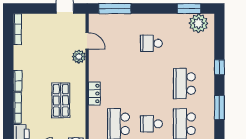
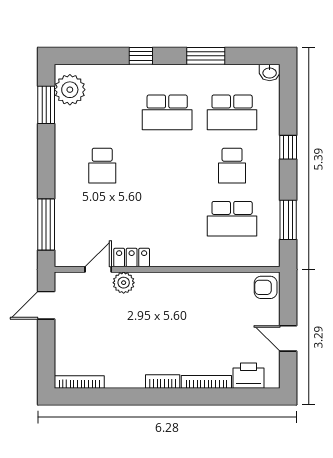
locker: (94, 94) -> (132, 257), moved
shop shelf: (61, 100) -> (194, 312), removed

